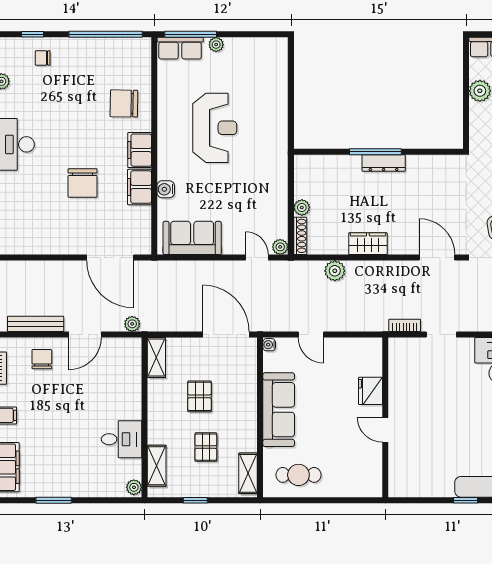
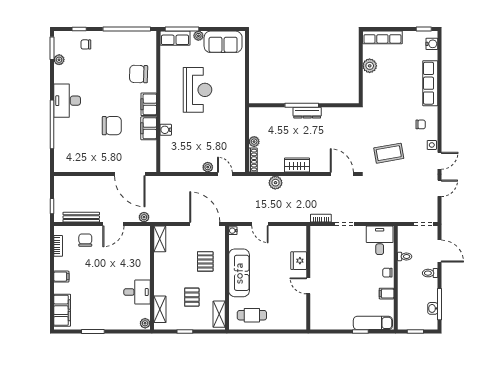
chair: (83, 183) -> (112, 126), turned -90
sofa: (192, 238) -> (223, 42), moved, turned 180
plant: (280, 247) -> (208, 167), moved
pallet: (200, 396) -> (205, 261), moved

